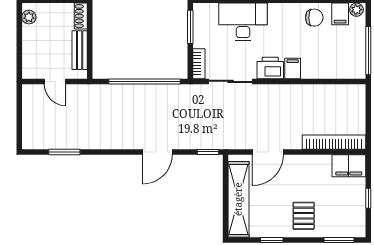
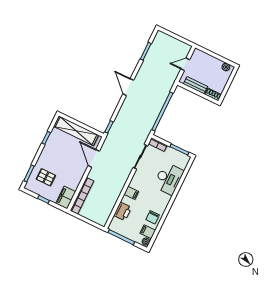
printer: (270, 68) -> (123, 211), moved
door: (157, 152) -> (128, 87), moved
pallet: (304, 216) -> (46, 177), moved

